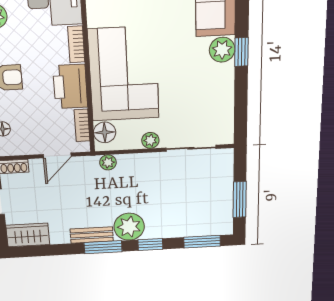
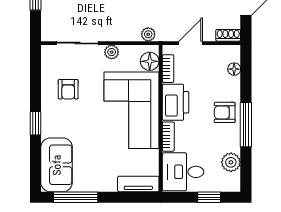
plant: (222, 50) -> (51, 126), removed
armchair: (202, 95) -> (68, 89), added

